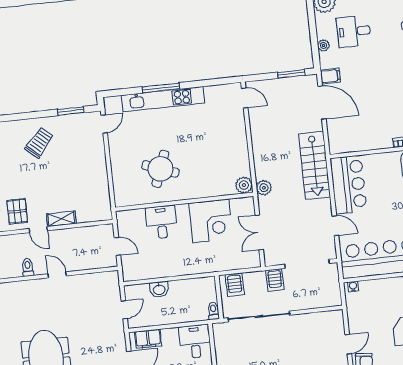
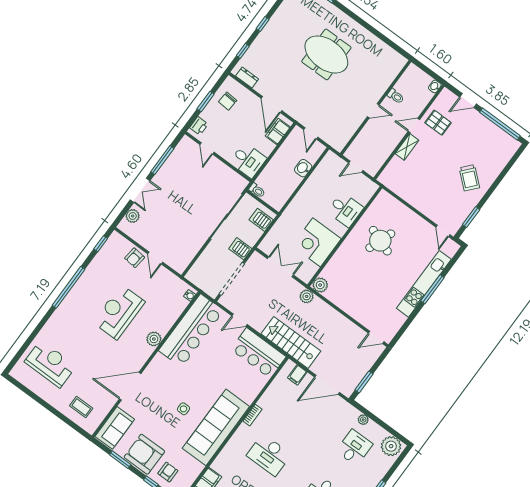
filing cabinet: (330, 76) -> (297, 375), moved

